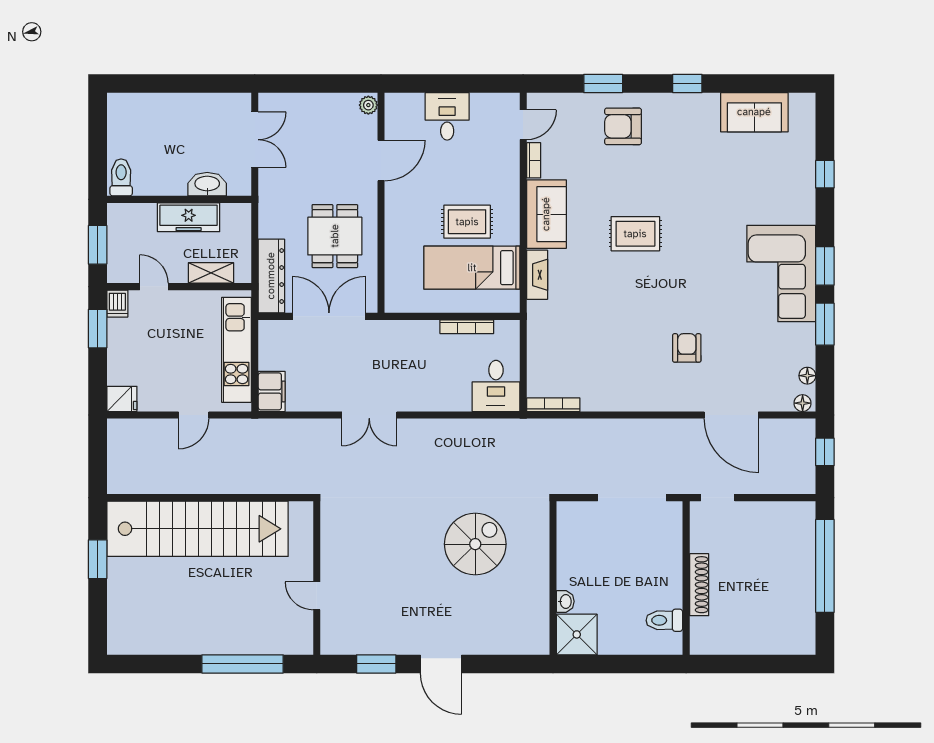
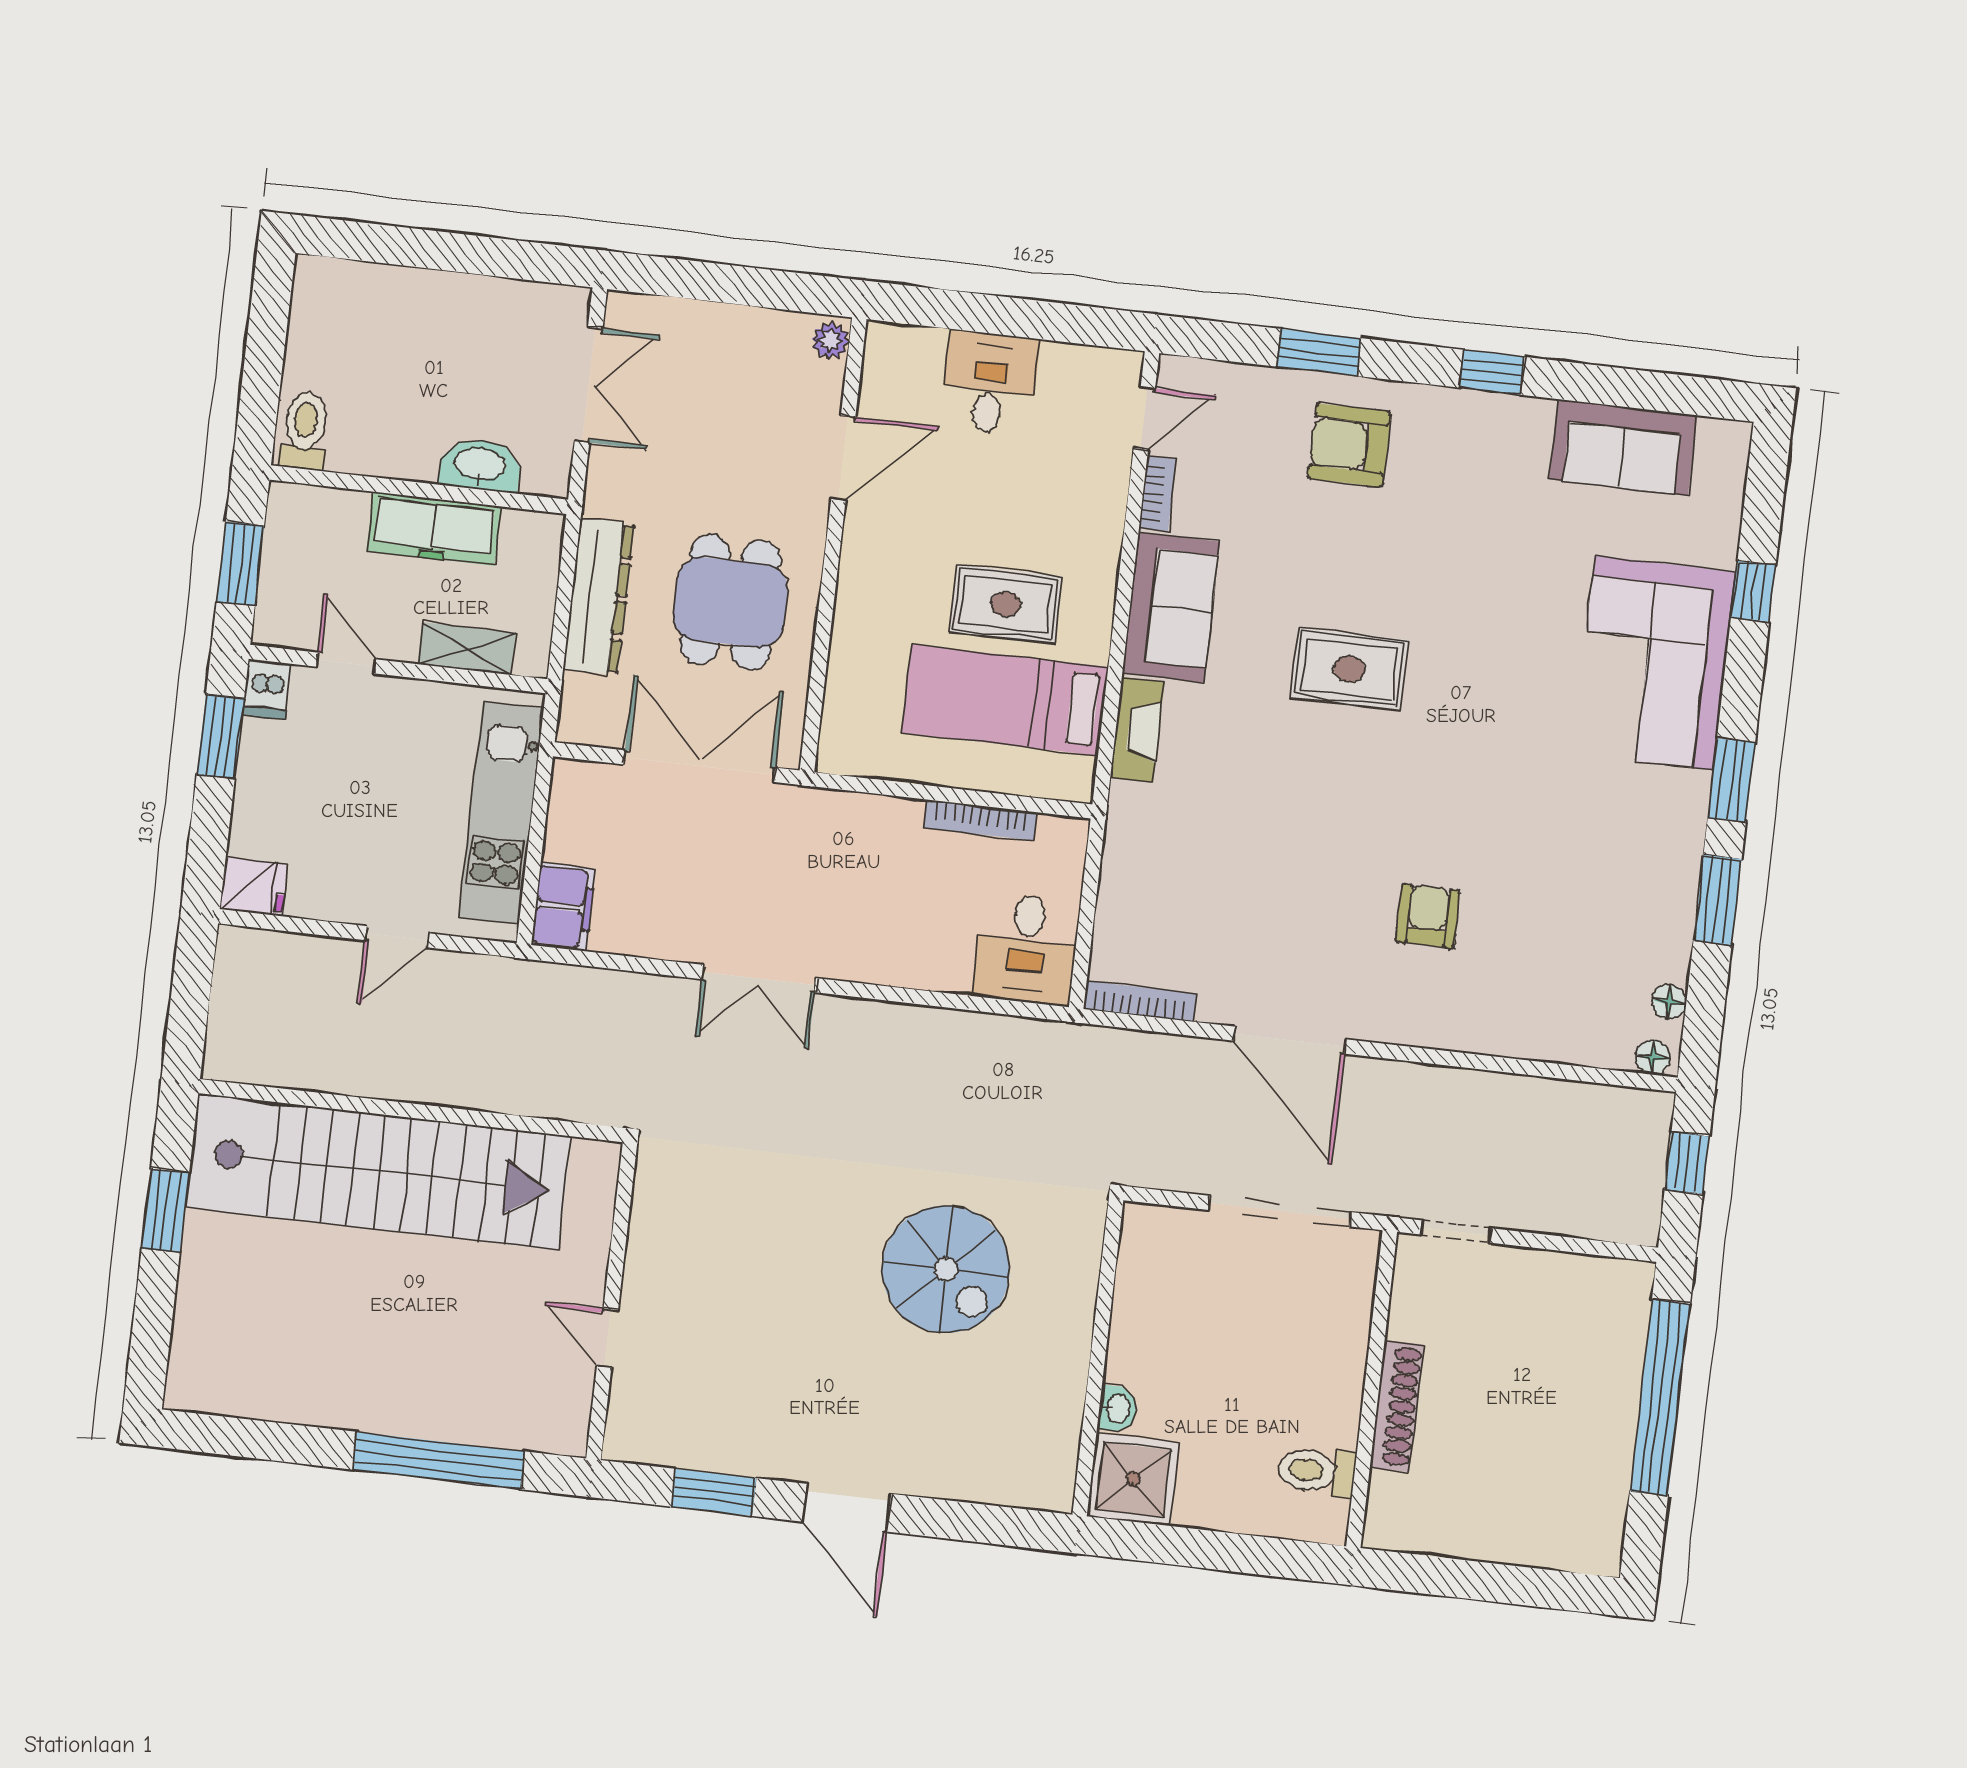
corner sofa: (781, 274) -> (1654, 663), moved
dresser: (271, 276) -> (599, 596), moved
door: (731, 415) -> (1290, 1040), moved
spiral stairs: (475, 544) -> (946, 1269), turned 90

